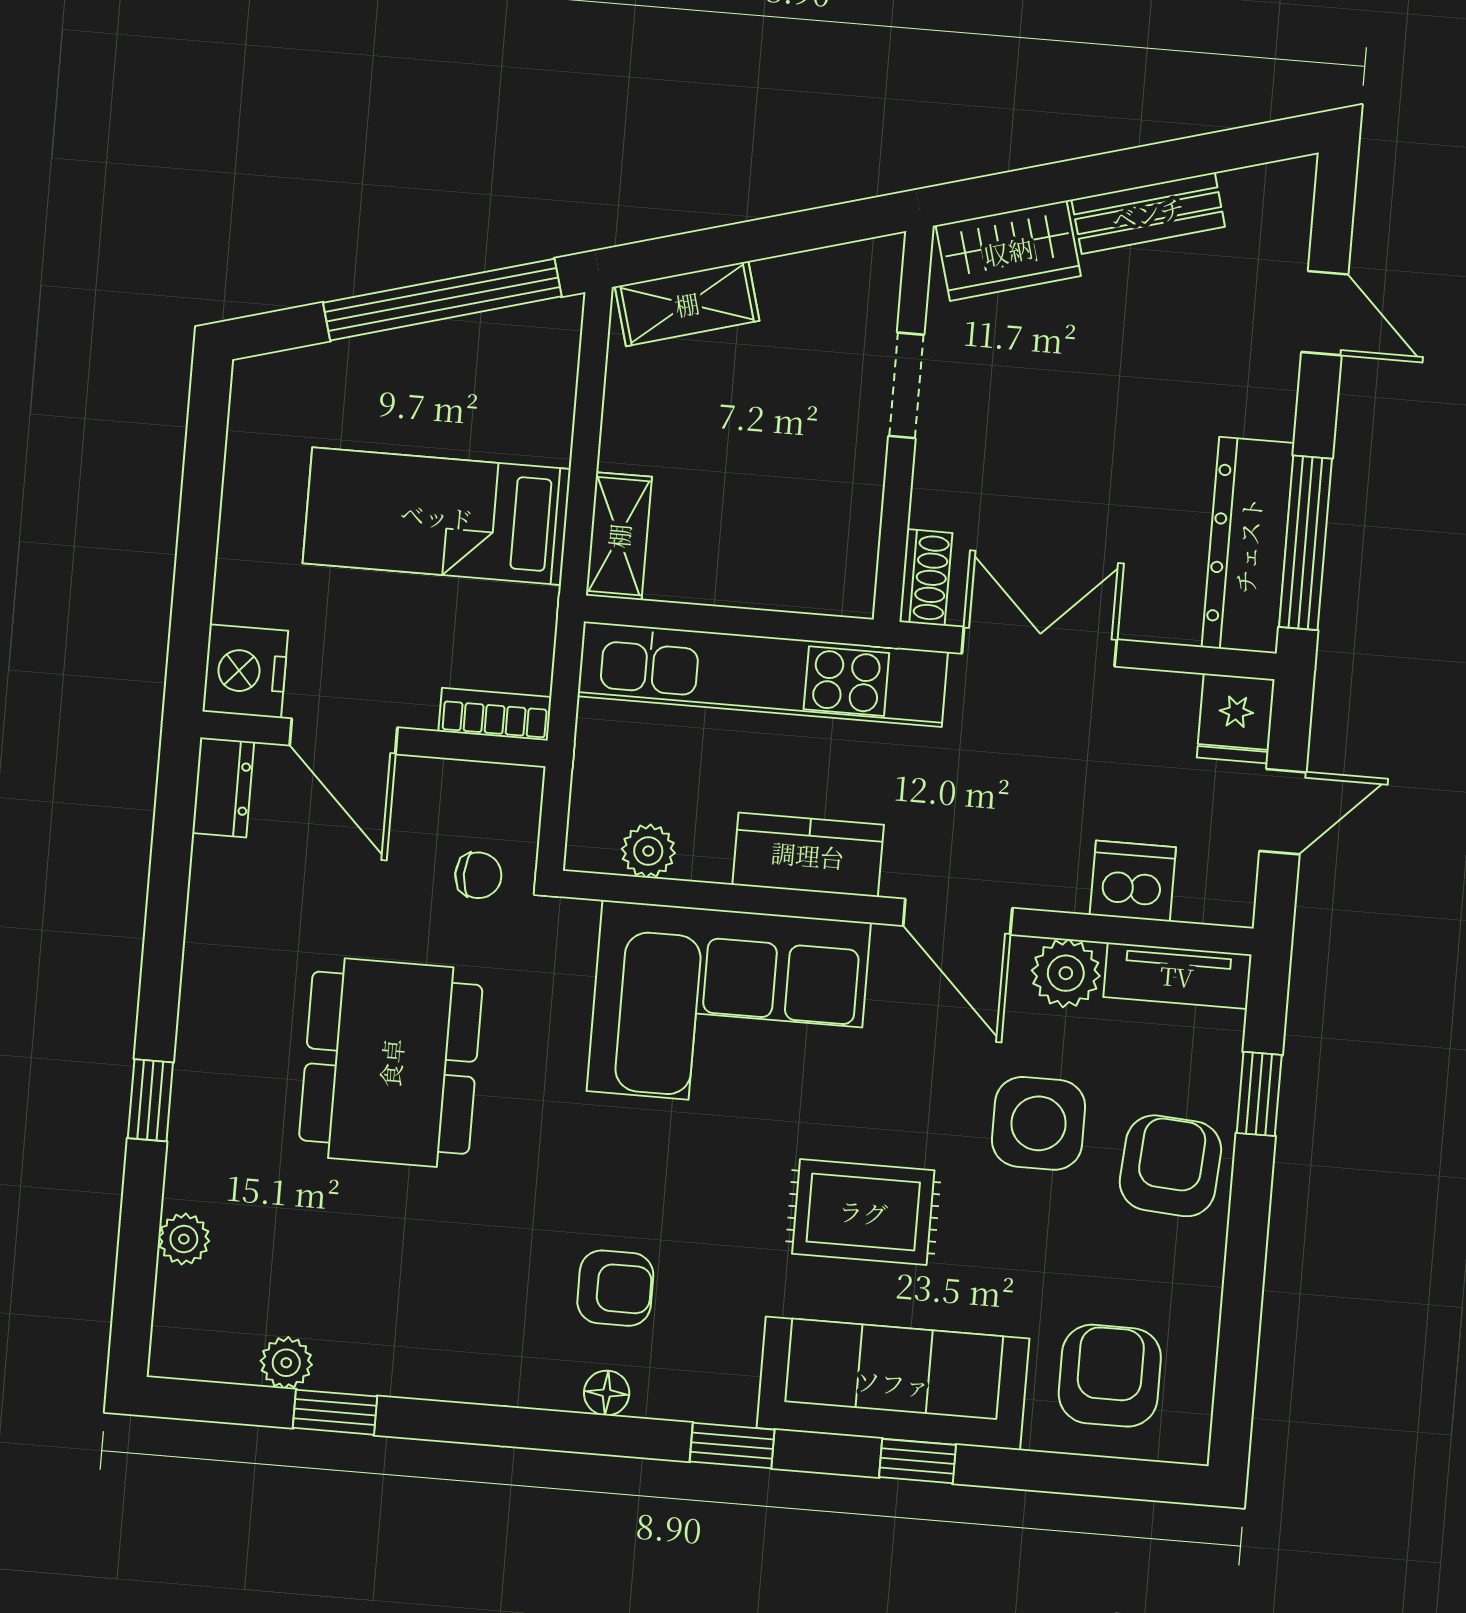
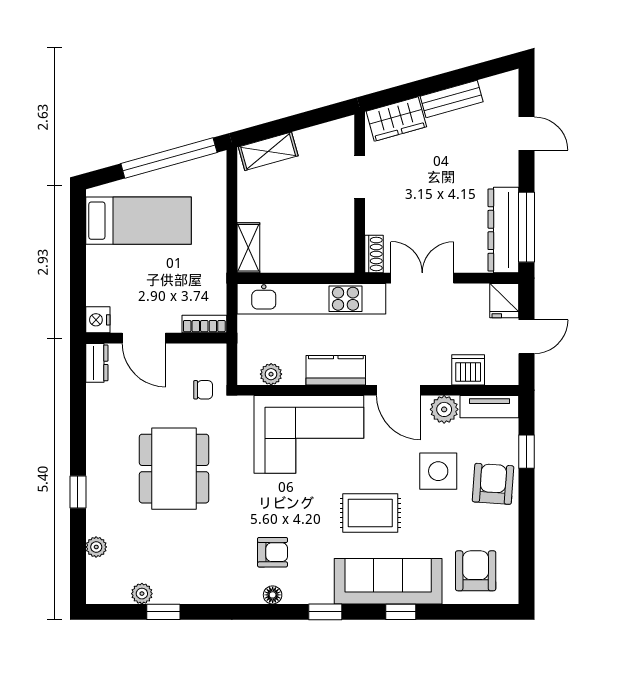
bed: (437, 516) -> (138, 221), moved, turned 180
nightstand: (245, 671) -> (98, 320), width x0.74, depth x0.75

